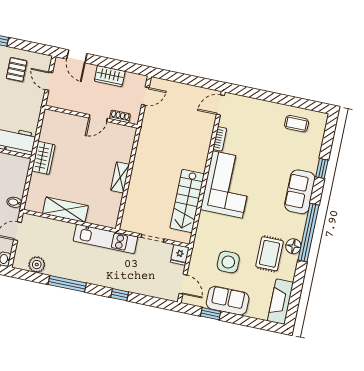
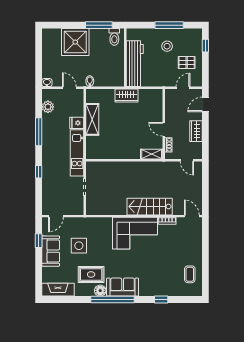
shelving: (120, 177) -> (152, 154), moved
sofa: (300, 192) -> (123, 287), moved
stairs: (187, 201) -> (150, 207), moved
fridge: (180, 255) -> (77, 123), moved

